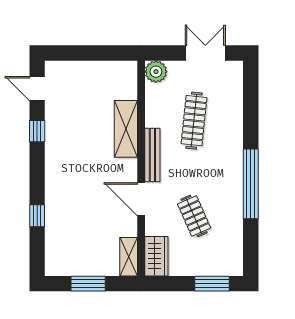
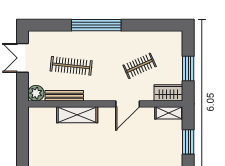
bench: (152, 155) -> (64, 96), moved
window: (251, 184) -> (96, 25), moved
window: (212, 284) -> (188, 69), moved

